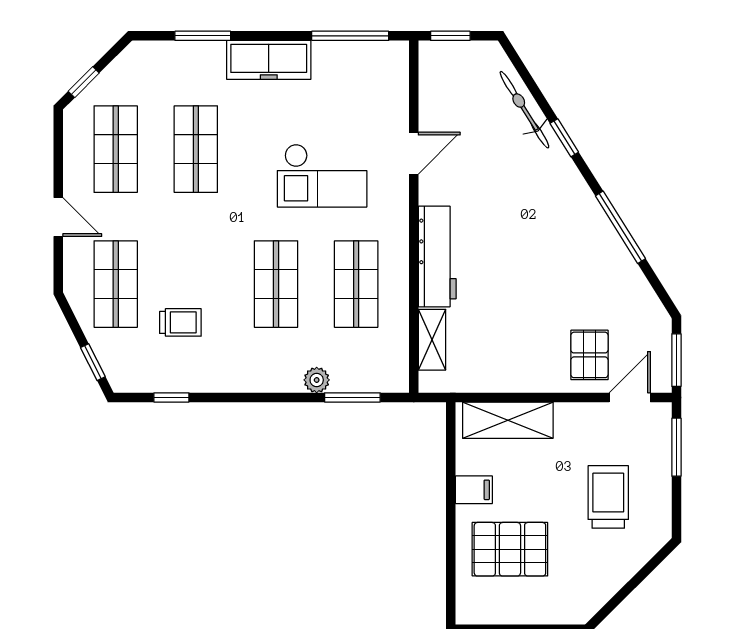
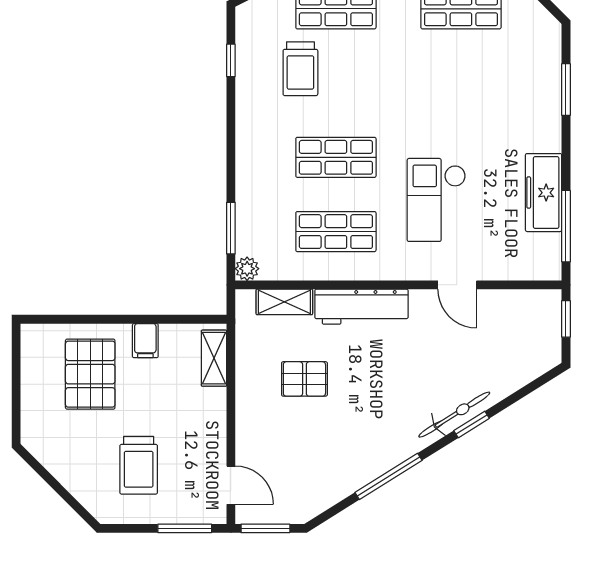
freezer: (269, 60) -> (544, 193), moved
bicycle: (524, 110) -> (454, 415), moved
shop shelf: (196, 149) -> (461, 83), removed
trolley: (180, 322) -> (300, 69), width x1.36, depth x1.39
pallet: (589, 355) -> (304, 379), moved
plant: (317, 380) -> (247, 269), moved
shelving: (508, 420) -> (214, 358), width x0.67, depth x0.75
trolley: (608, 497) -> (139, 465), turned 90

